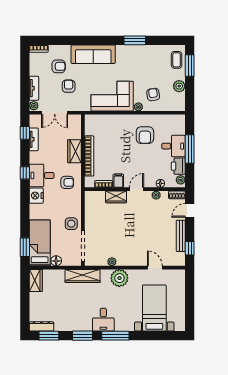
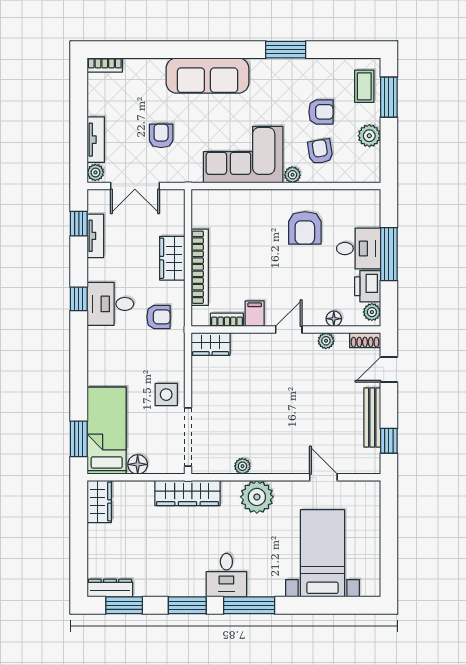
armchair: (59, 66) -> (321, 112), moved
nightstand: (36, 196) -> (100, 342), removed
wardrobe: (116, 197) -> (211, 344), moved

